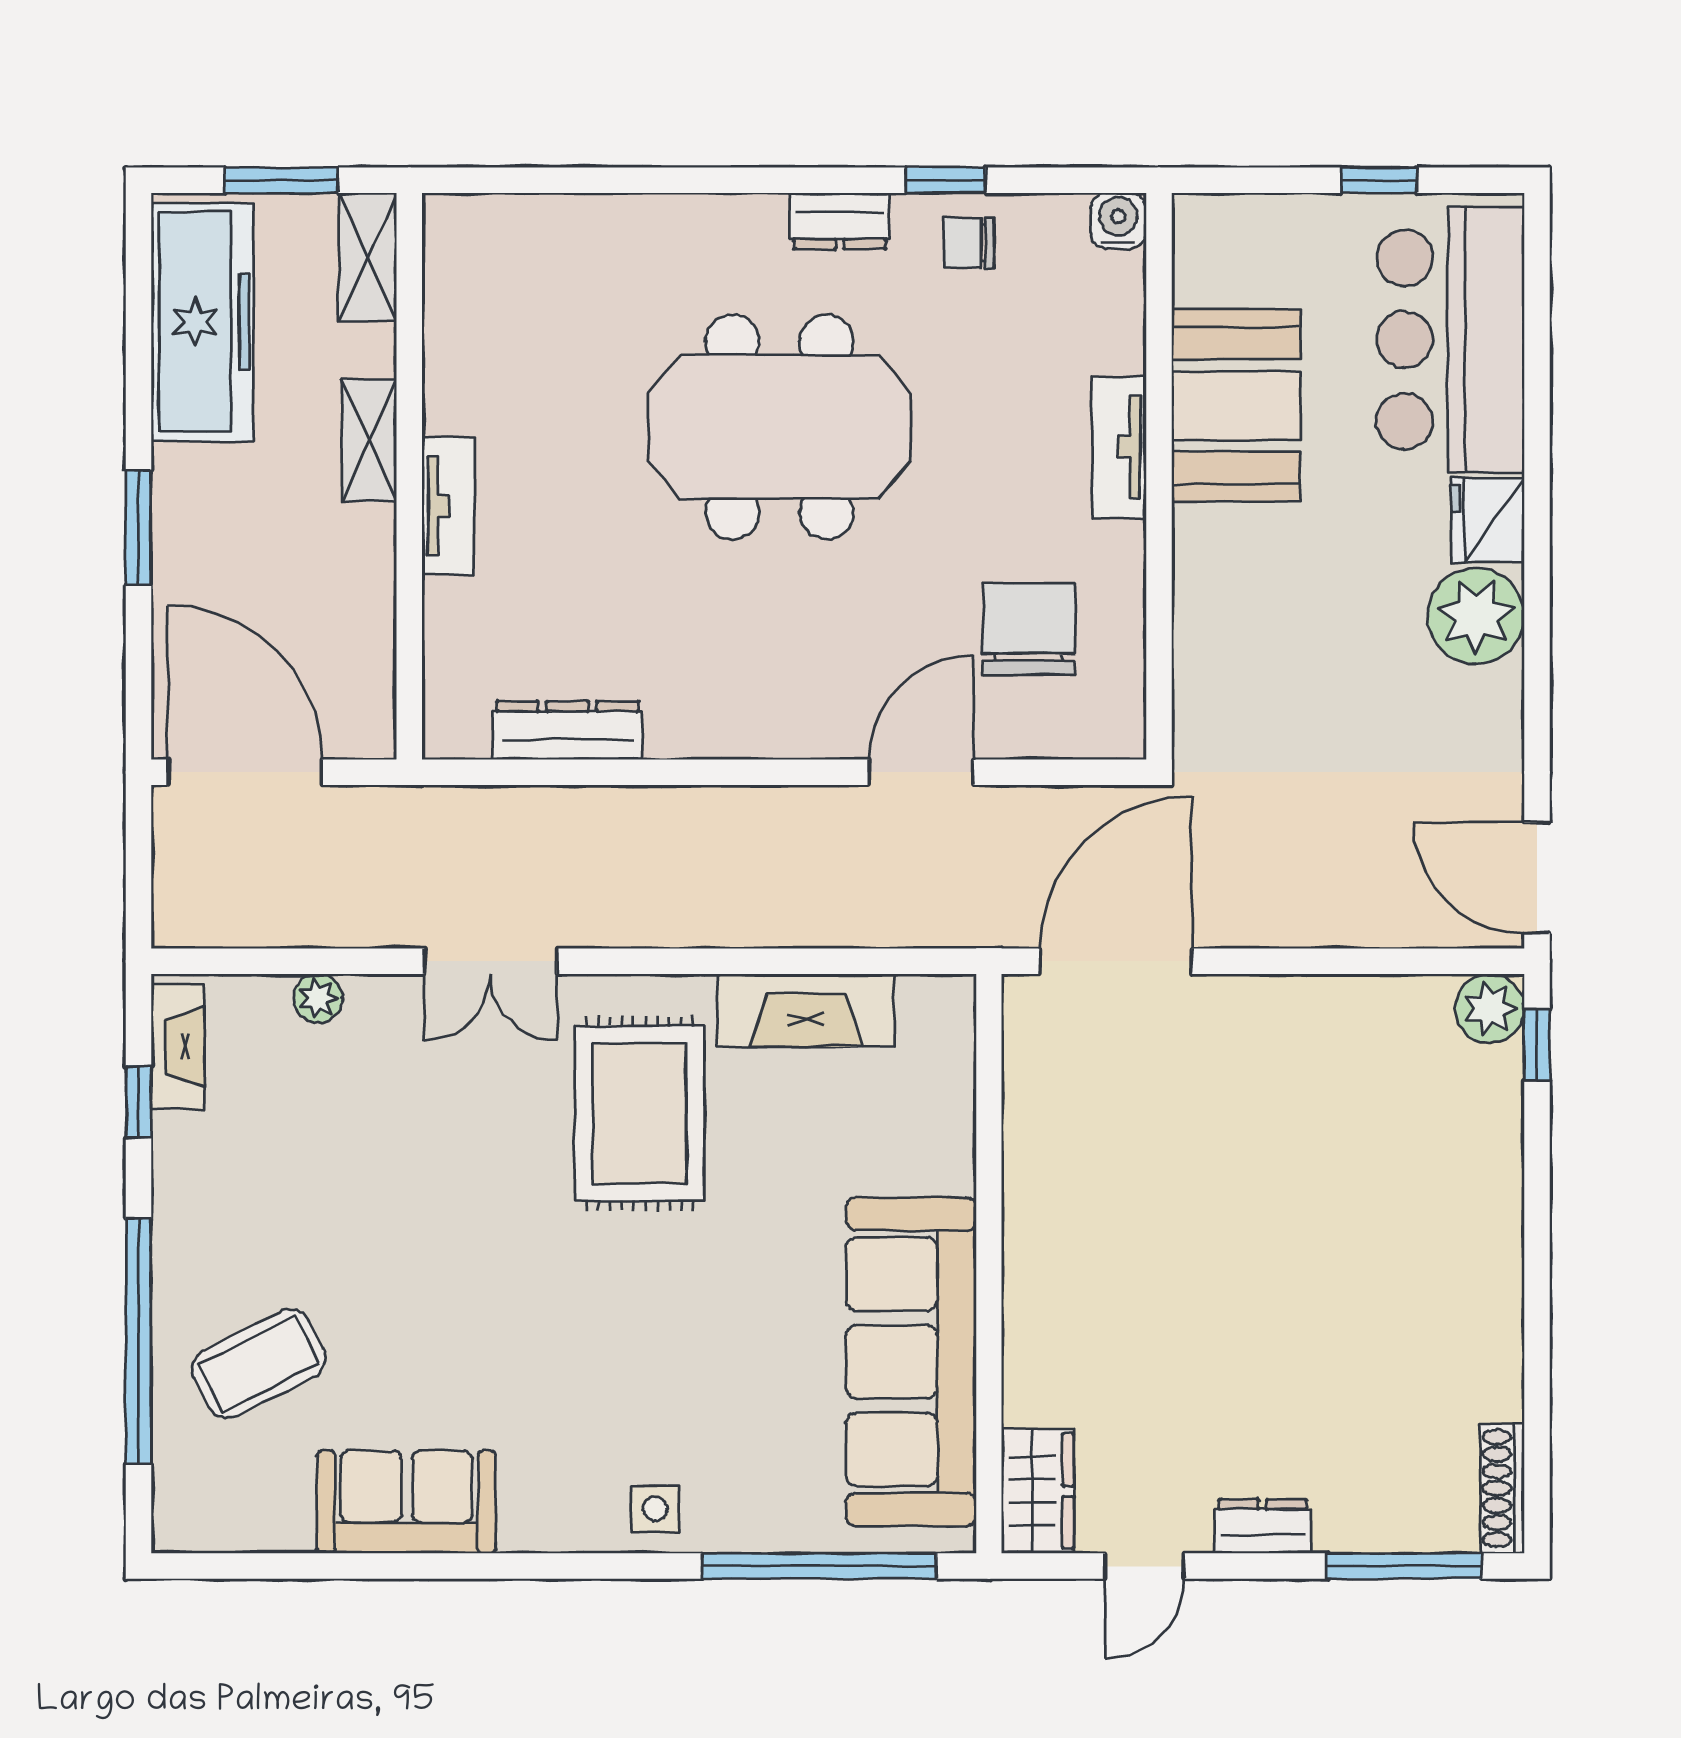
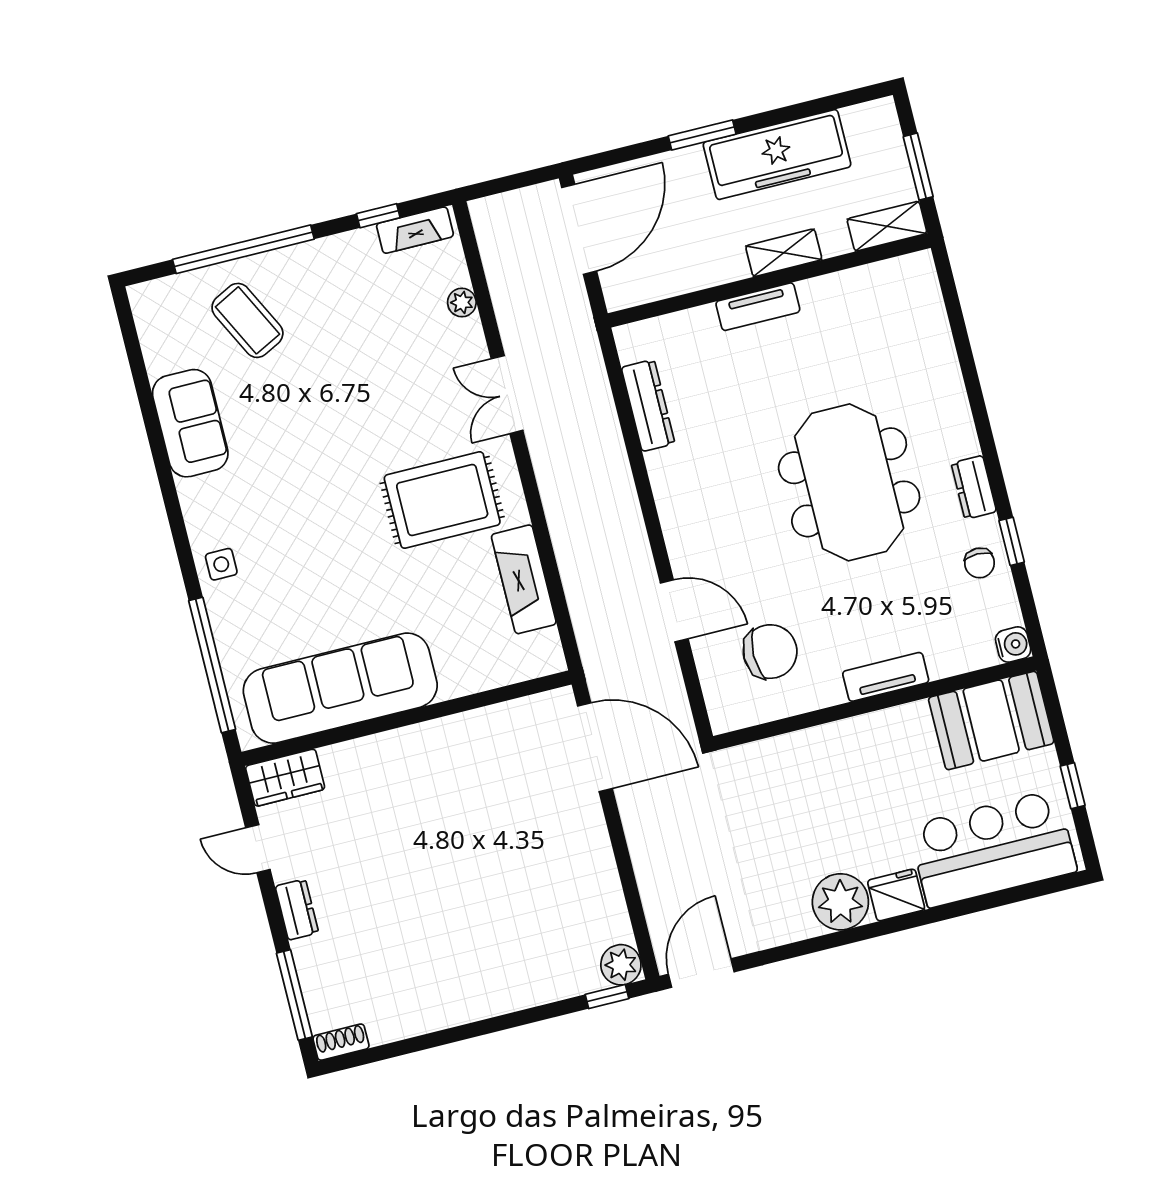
chair: (968, 243) -> (979, 563), turned 180
freezer: (202, 322) -> (777, 155), moved
booth: (1236, 405) -> (991, 721), moved
shoe rack: (1502, 1488) -> (341, 1042), width x0.70

